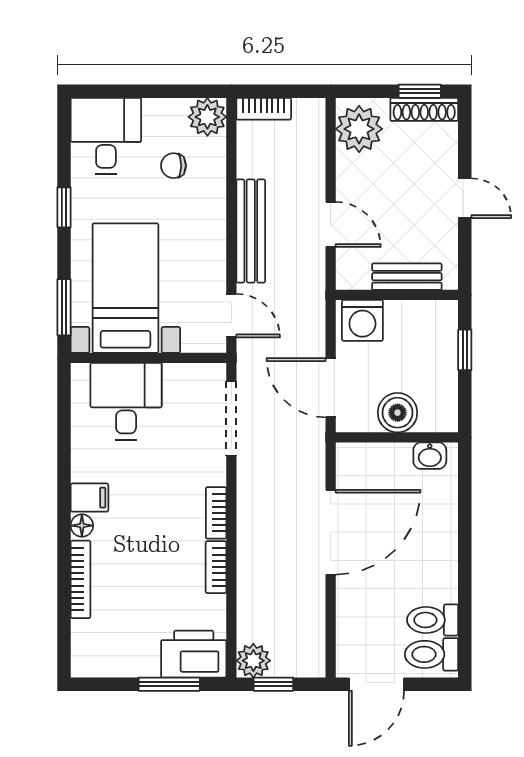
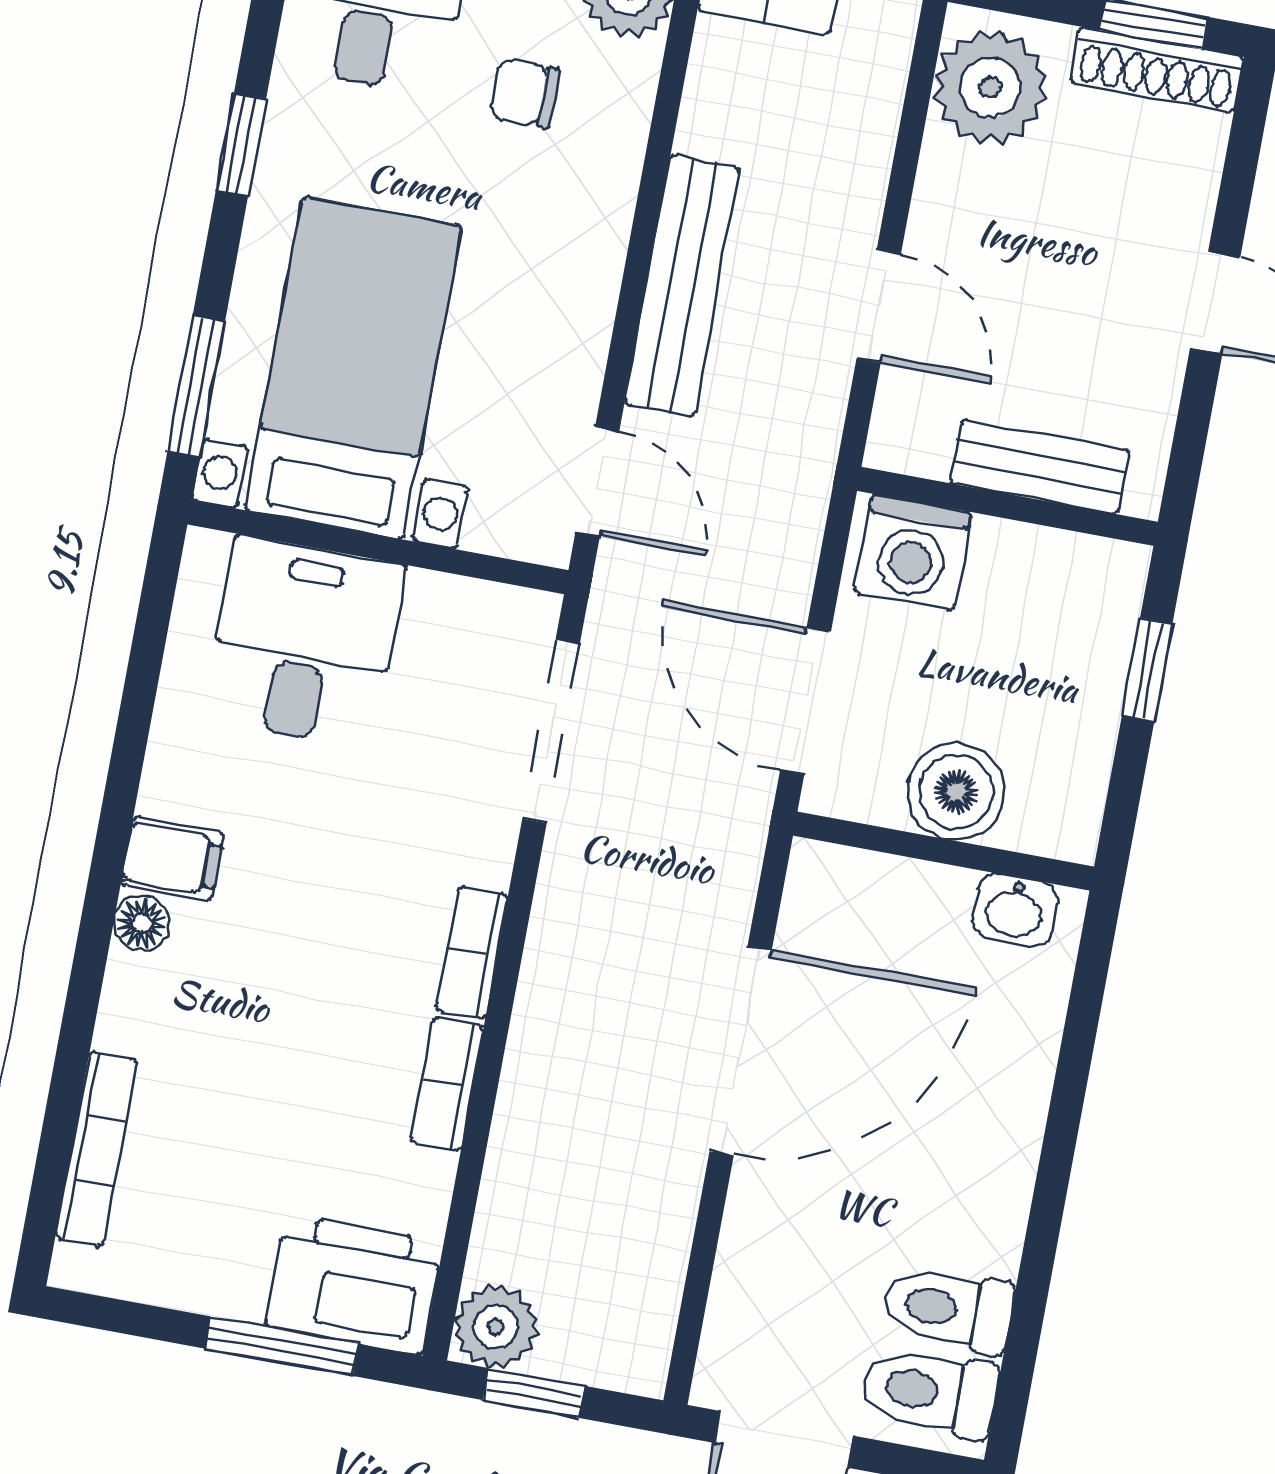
bookcase: (81, 579) -> (96, 1149), moved

